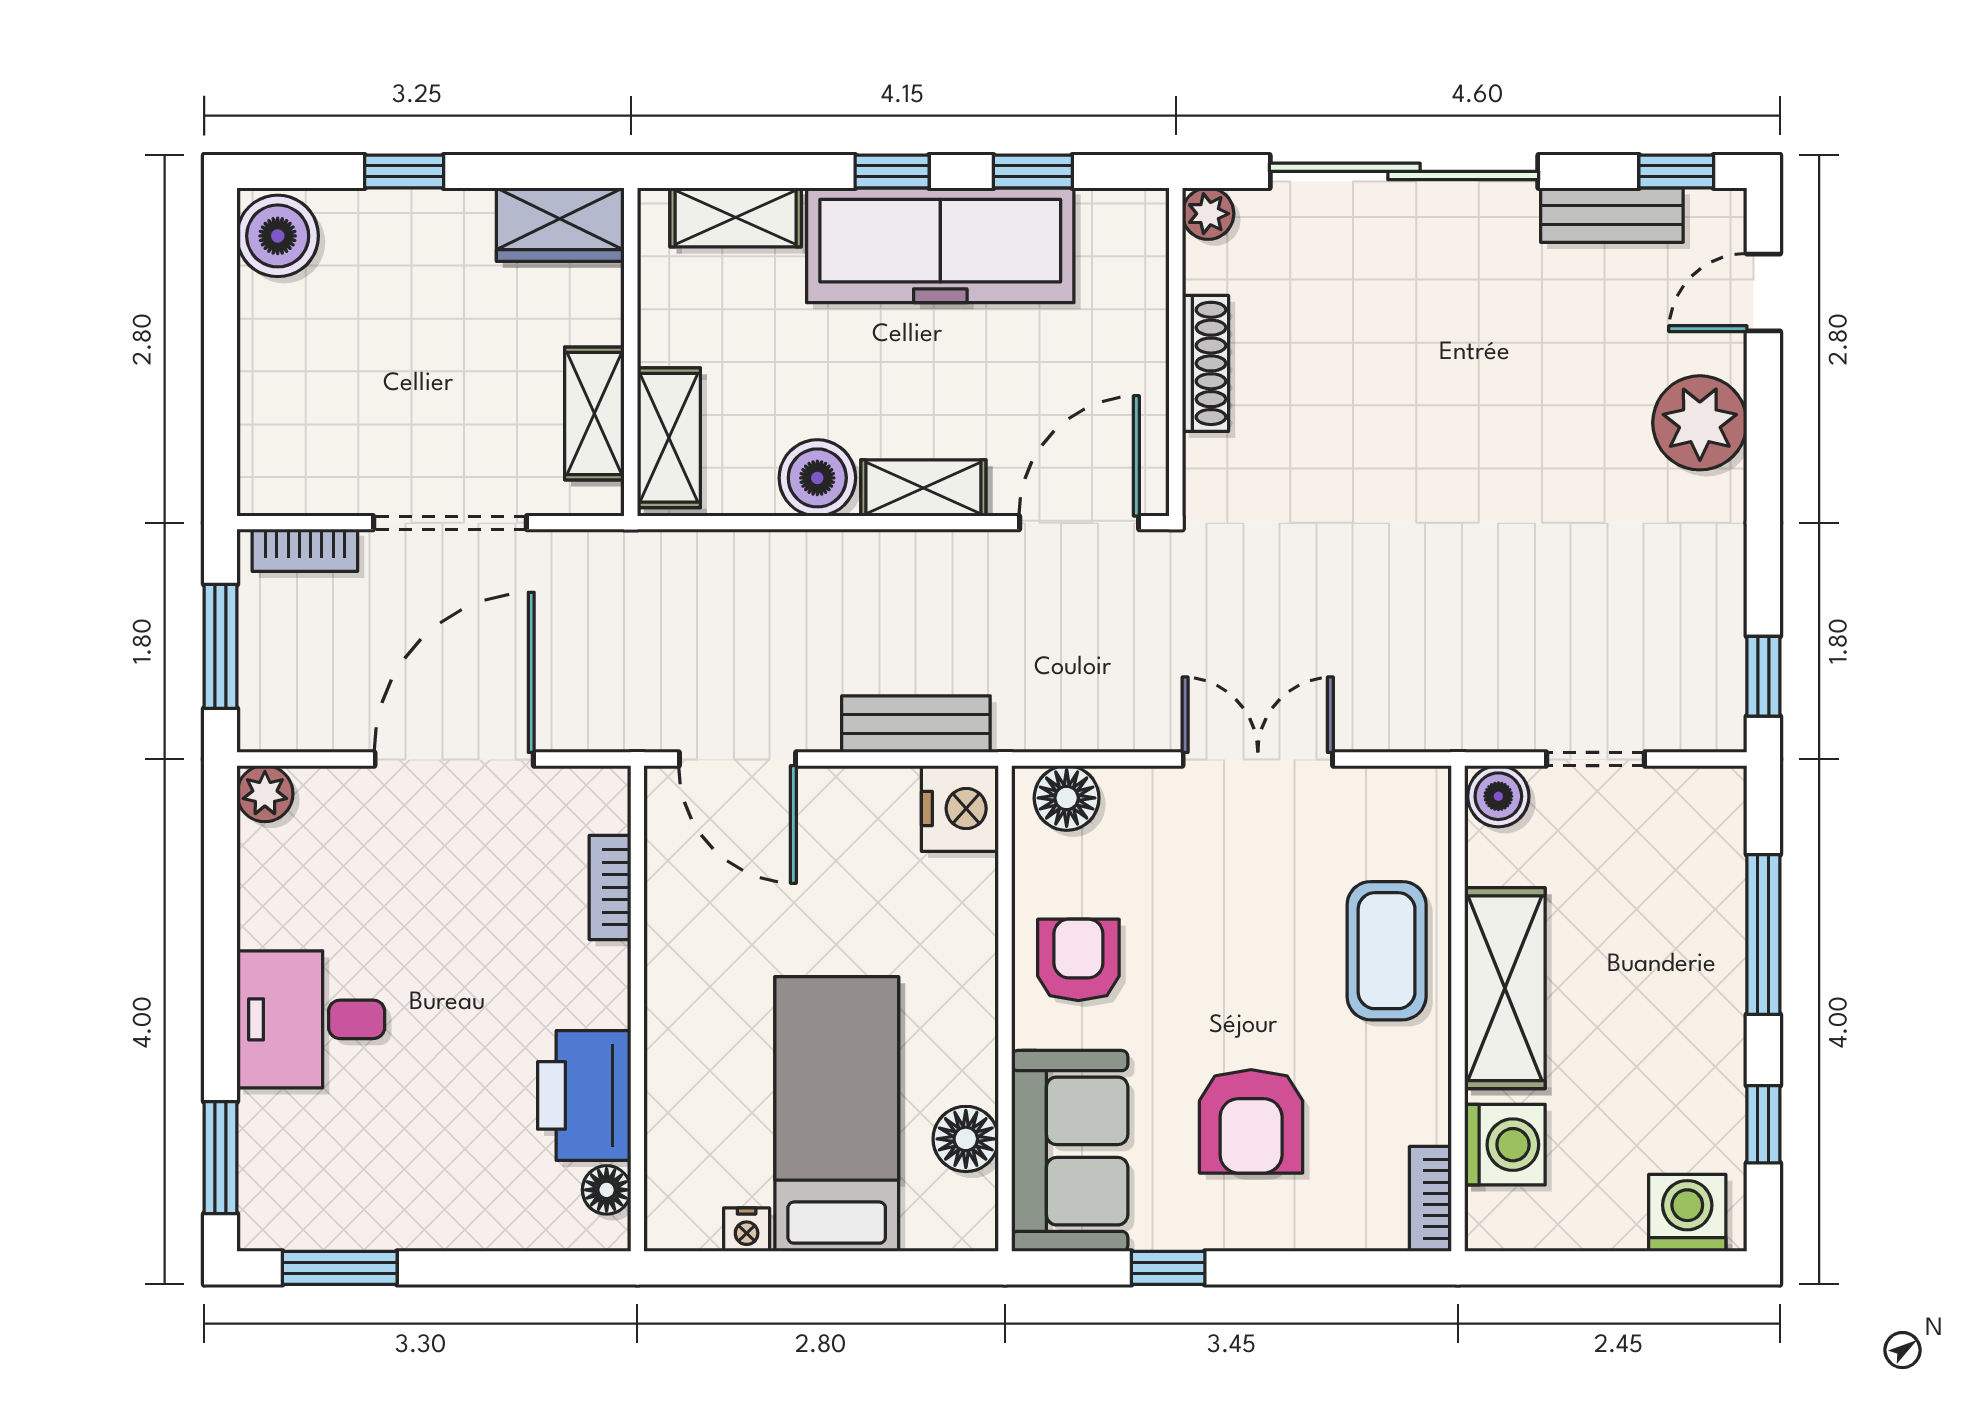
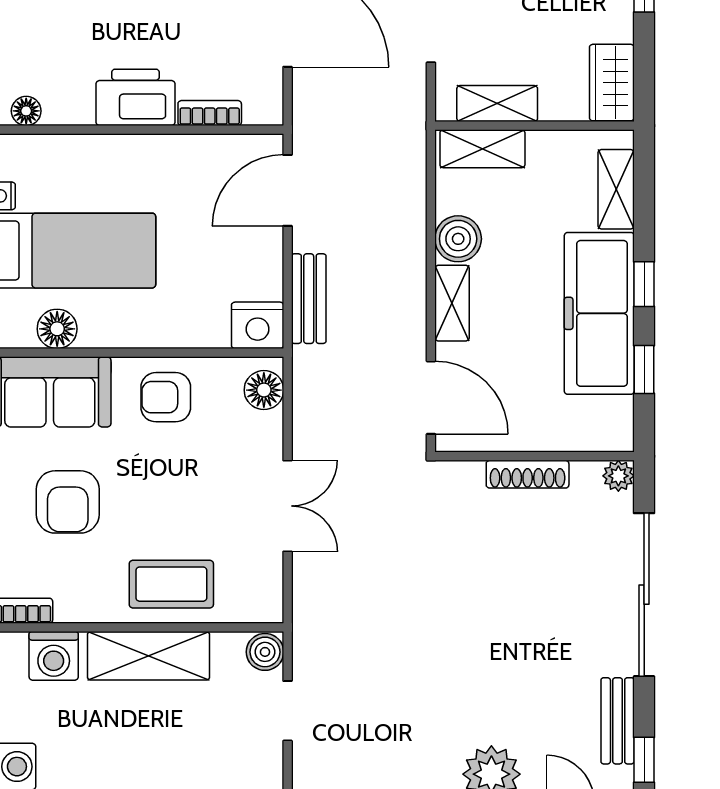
armchair: (1078, 960) -> (166, 397), turned 180
printer: (584, 1095) -> (135, 97), moved
armchair: (1251, 1121) -> (68, 502), turned -90

